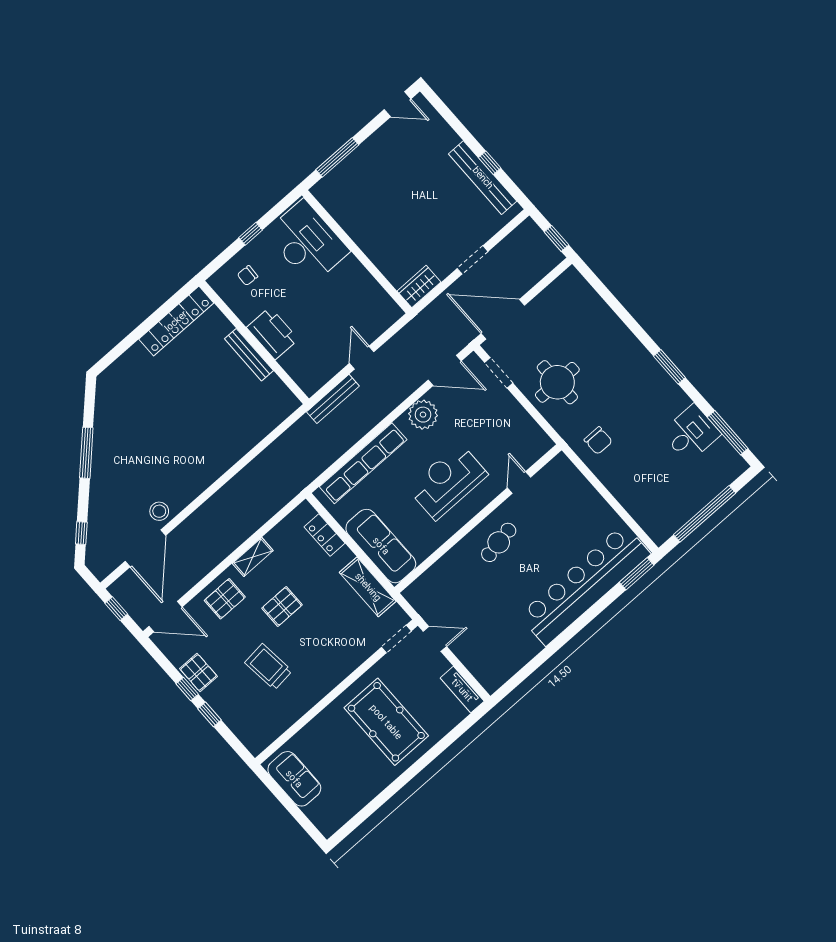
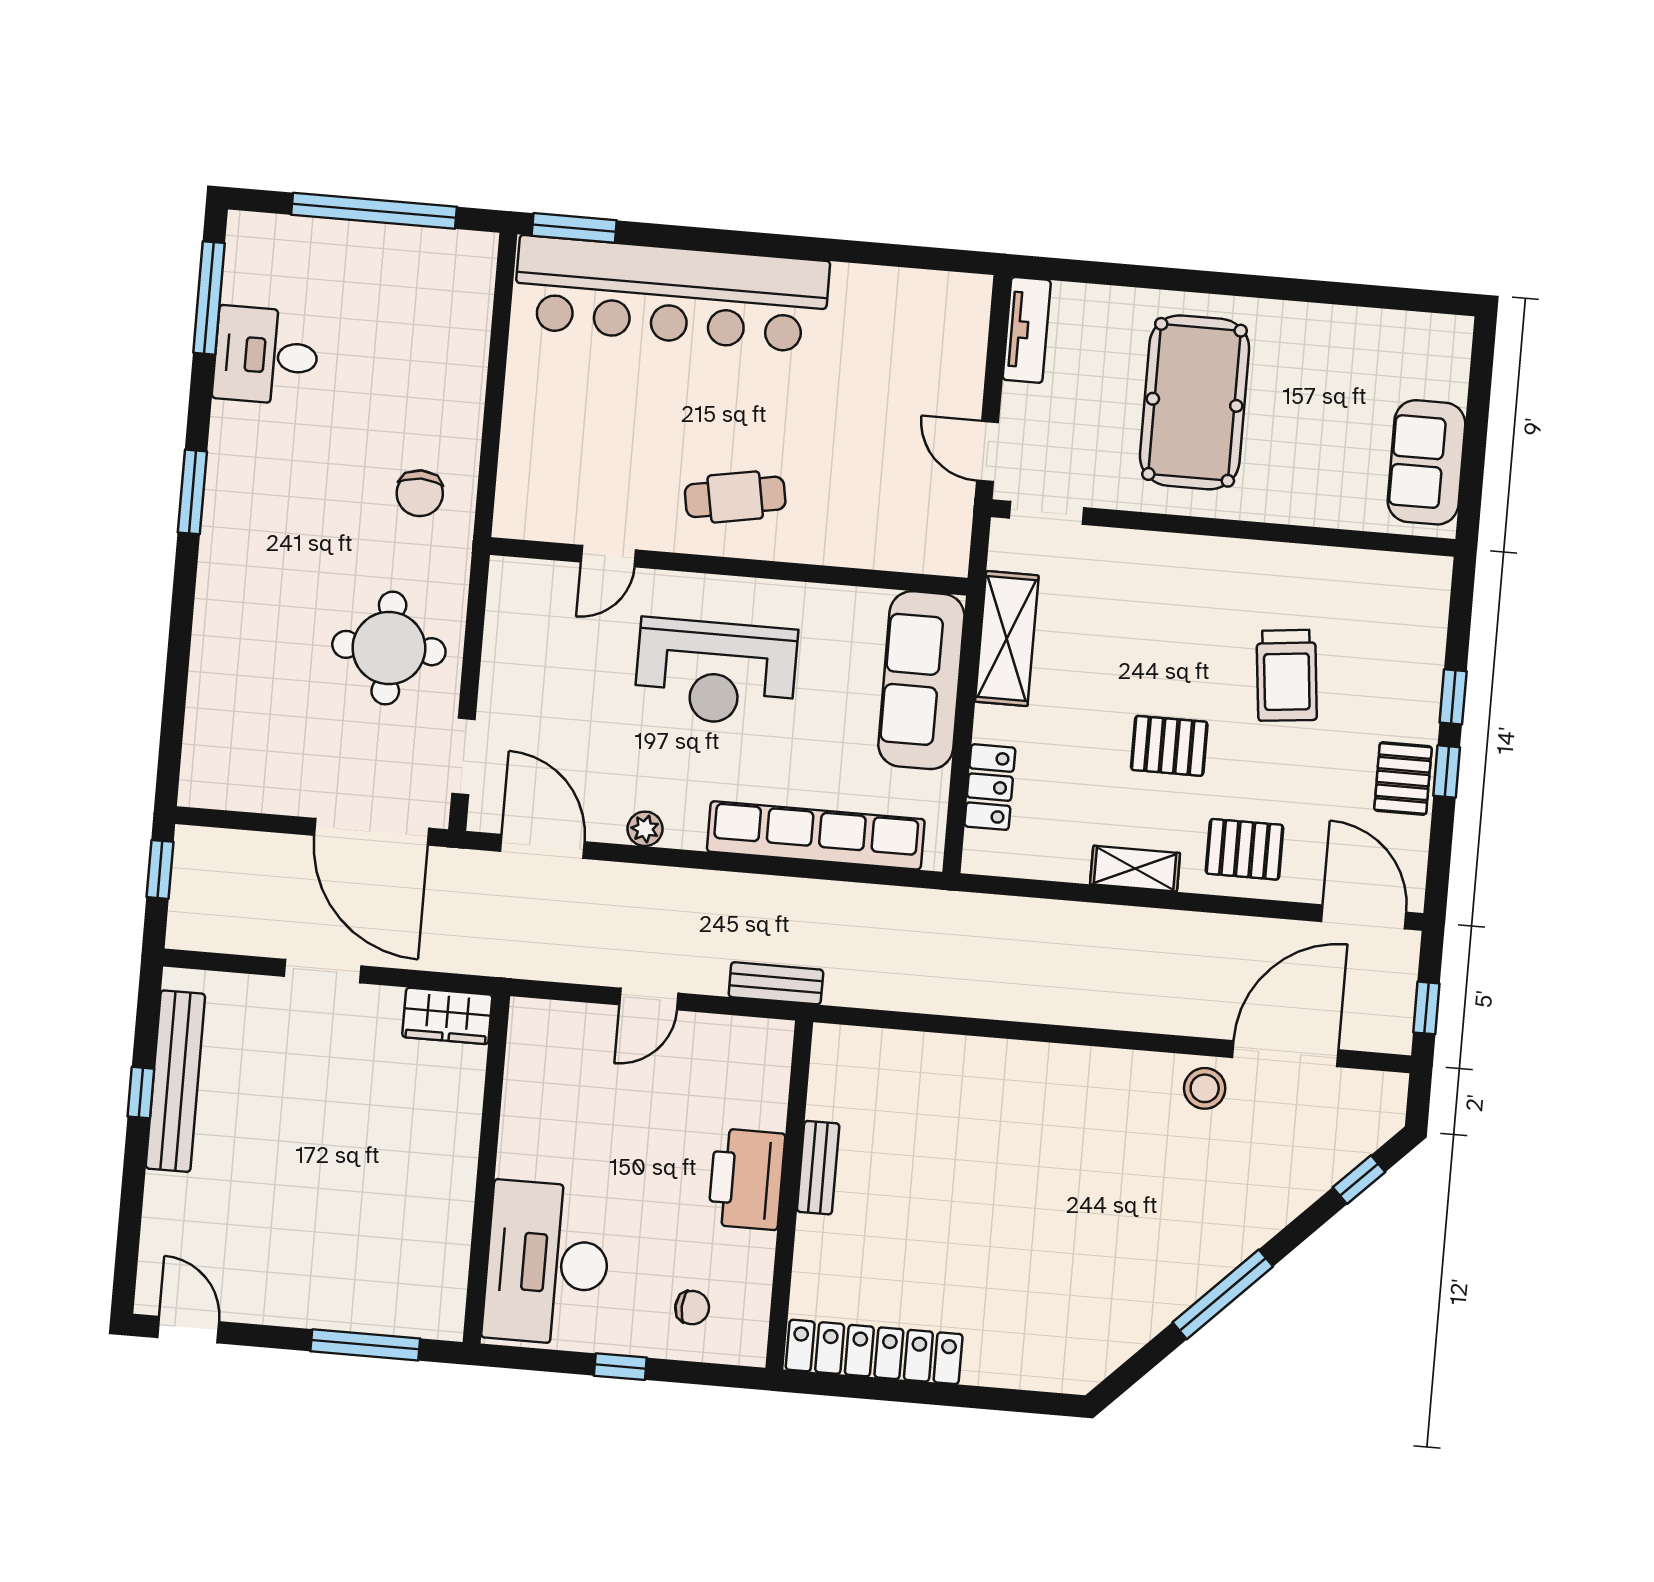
bench: (249, 355) -> (818, 1168), width x0.73
bench: (333, 399) -> (776, 983), width x0.73
plant: (423, 415) -> (645, 829), width x0.53, depth x0.53
chair: (598, 441) -> (420, 493), turned 180

